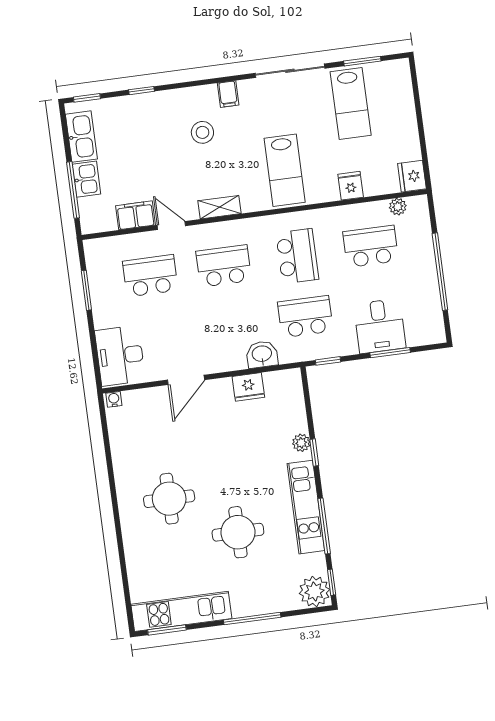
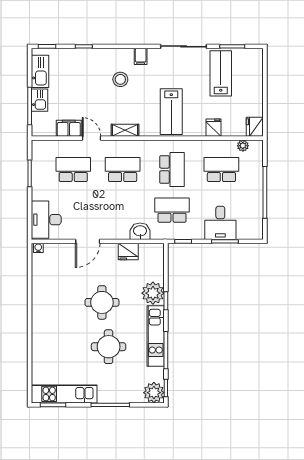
lab bench: (351, 104) -> (221, 73), turned 180
plant: (301, 443) -> (153, 293), width x1.88, depth x1.88
round table: (169, 499) -> (102, 302), moved

